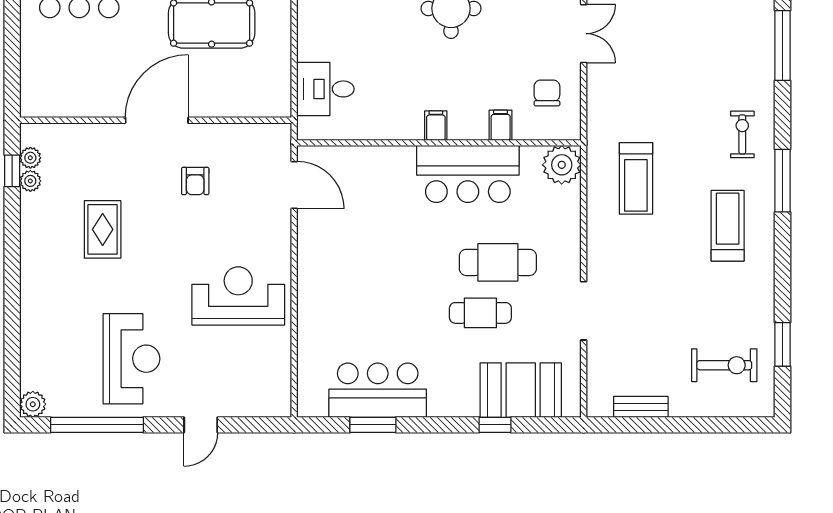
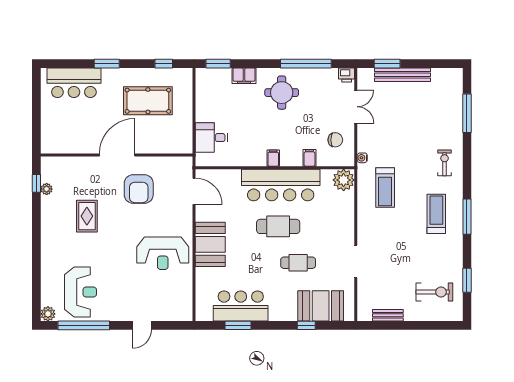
chair: (547, 93) -> (335, 140), turned 90
water cooler: (595, 125) -> (362, 158), added
plant: (30, 158) -> (47, 176), removed
bar counter: (468, 174) -> (281, 185), width x1.36
armchair: (195, 181) -> (139, 189), width x1.88, depth x1.88
window: (782, 181) -> (467, 217), moved
cafe table: (498, 262) -> (278, 226), moved
booth: (323, 280) -> (210, 244), added
reception desk: (238, 296) -> (163, 253), turned 180
reception desk: (131, 359) -> (81, 292), moved

